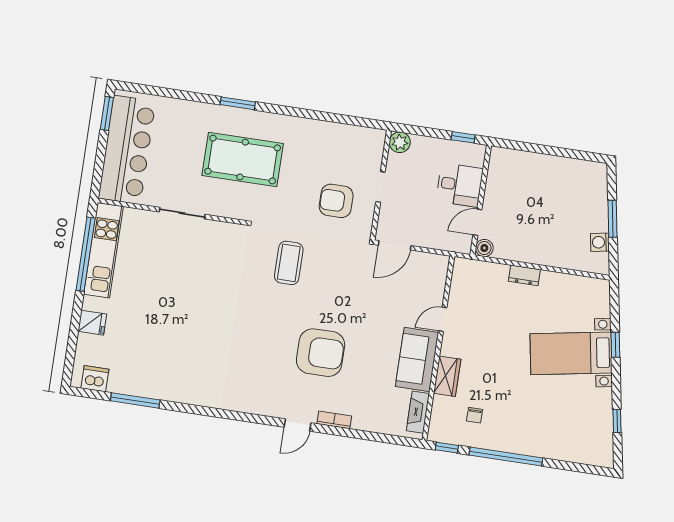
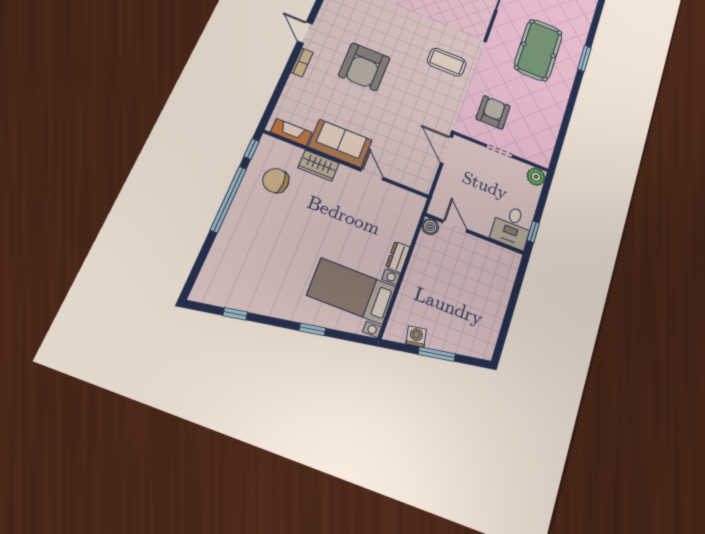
desk: (460, 185) -> (512, 227), moved
bed with nightstands: (571, 353) -> (352, 291), moved, turned -80
chair: (475, 415) -> (276, 181), width x1.87, depth x1.87

